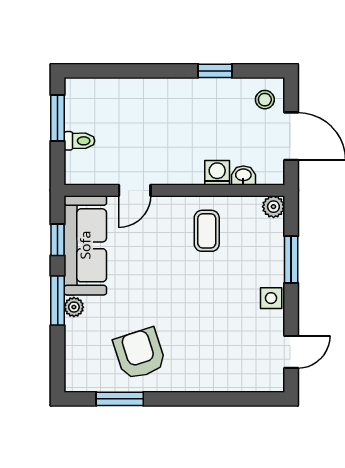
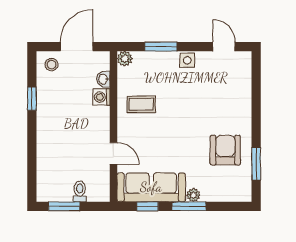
armchair: (140, 354) -> (225, 150), turned 108

